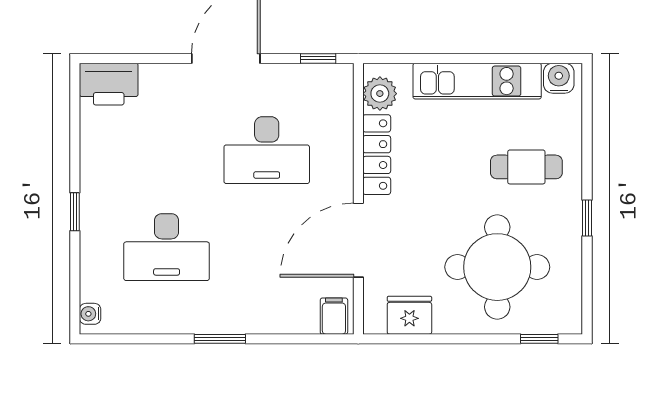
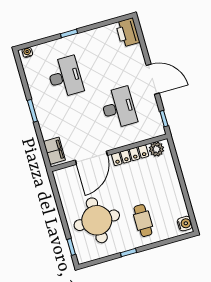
kitchen unit: (477, 81) -> (174, 189), removed
desk: (267, 150) -> (119, 108), turned 180
door: (358, 240) -> (91, 158), swing flipped
desk: (167, 247) -> (65, 77), turned 180
fridge: (409, 315) -> (66, 189), removed
filing cabinet: (334, 316) -> (54, 151), width x2.00

